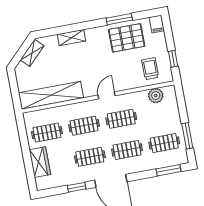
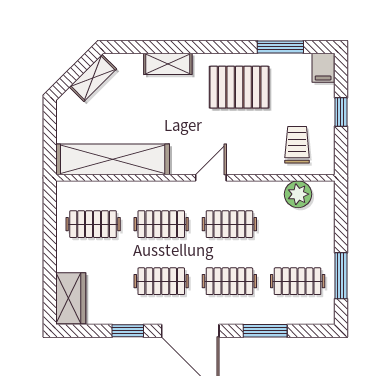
window: (119, 19) -> (280, 47), moved
pallet: (127, 38) -> (239, 87), moved
window: (173, 59) -> (341, 112), moved
wardrobe: (40, 162) -> (71, 298), moved
window: (169, 170) -> (265, 331), moved

